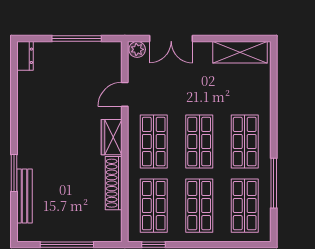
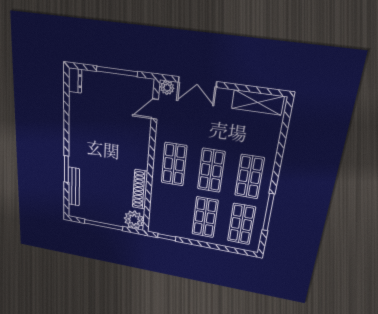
door: (125, 94) -> (155, 109), moved
wardrobe: (112, 137) -> (141, 155), removed
shop shelf: (154, 206) -> (169, 211), removed
plant: (108, 228) -> (134, 220), added

